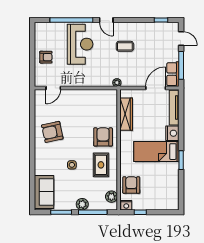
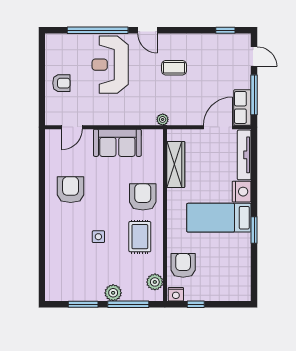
reception desk: (80, 44) -> (110, 65), turned 180
armchair: (52, 132) -> (71, 190), turned 102
sofa: (44, 192) -> (117, 143), moved, turned 90

